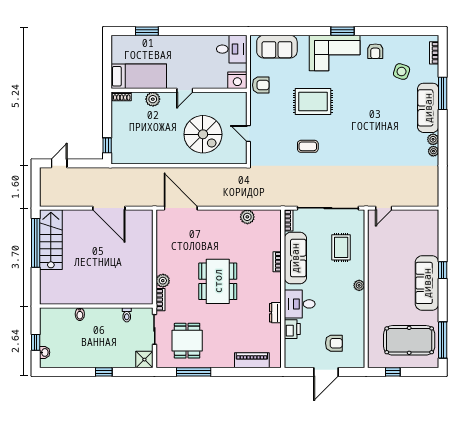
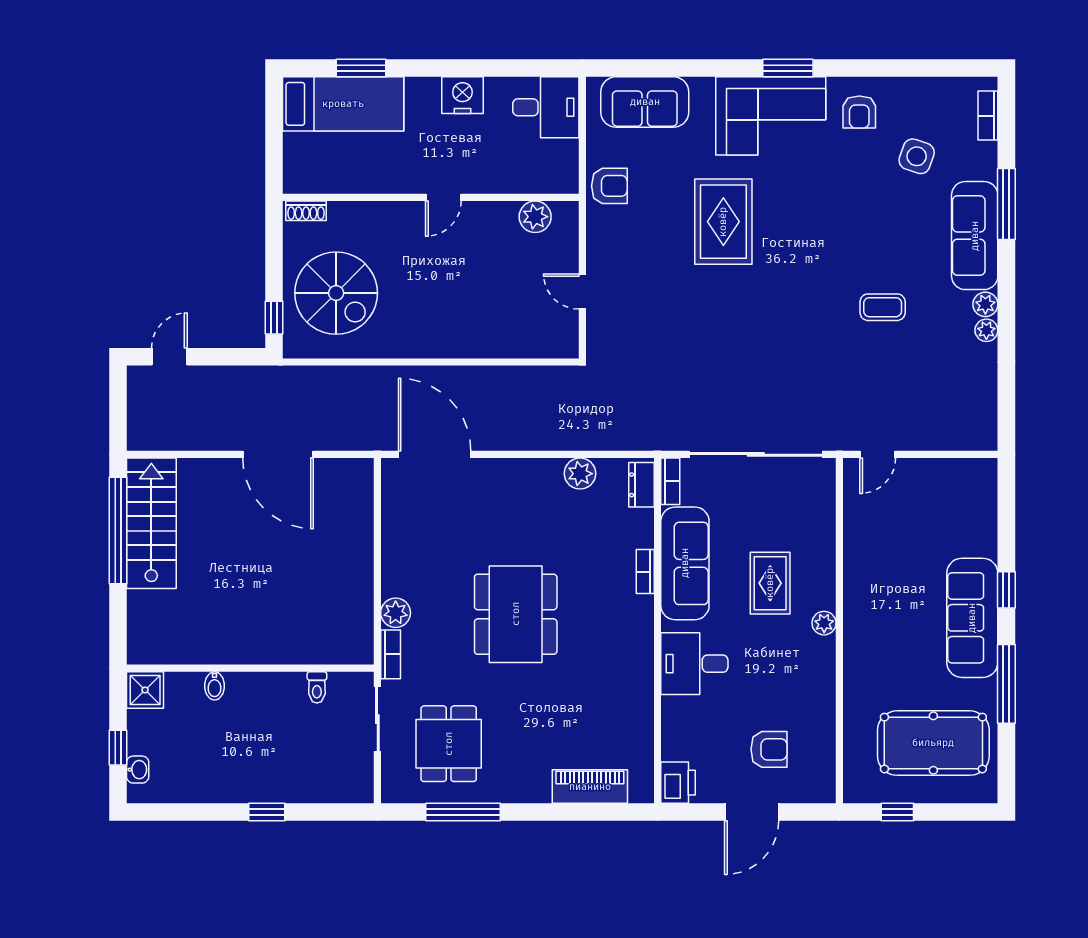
bed: (139, 76) -> (343, 104), moved
nightstand: (237, 80) -> (462, 95), moved, turned 180
plant: (153, 99) -> (535, 217), moved
rug: (313, 101) -> (723, 222), turned 90
spiral stairs: (203, 134) -> (336, 293), moved
coffee table: (308, 146) -> (883, 307), moved
rug: (341, 247) -> (770, 583), moved
dresser: (275, 313) -> (641, 485), moved
printer: (292, 329) -> (678, 783), moved
window: (443, 340) -> (1006, 684), moved
shower: (144, 360) -> (145, 690), moved

